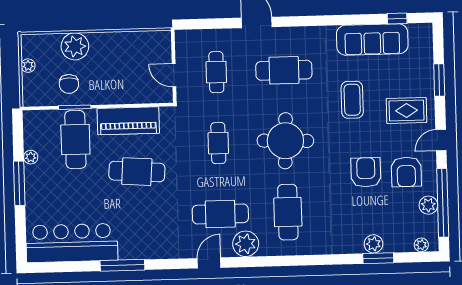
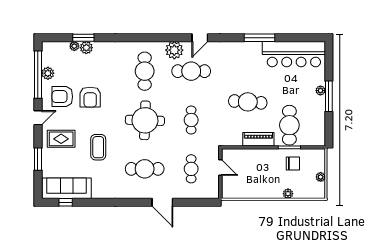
sofa: (372, 39) -> (67, 188), moved
plant: (75, 46) -> (288, 194), width x0.53, depth x0.53
chair: (69, 84) -> (293, 164), turned 90
piano: (128, 121) -> (258, 139), width x0.73, depth x0.75
plant: (31, 157) -> (320, 91), moved
armchair: (406, 172) -> (62, 97), turned -90
plant: (421, 245) -> (74, 46), moved

